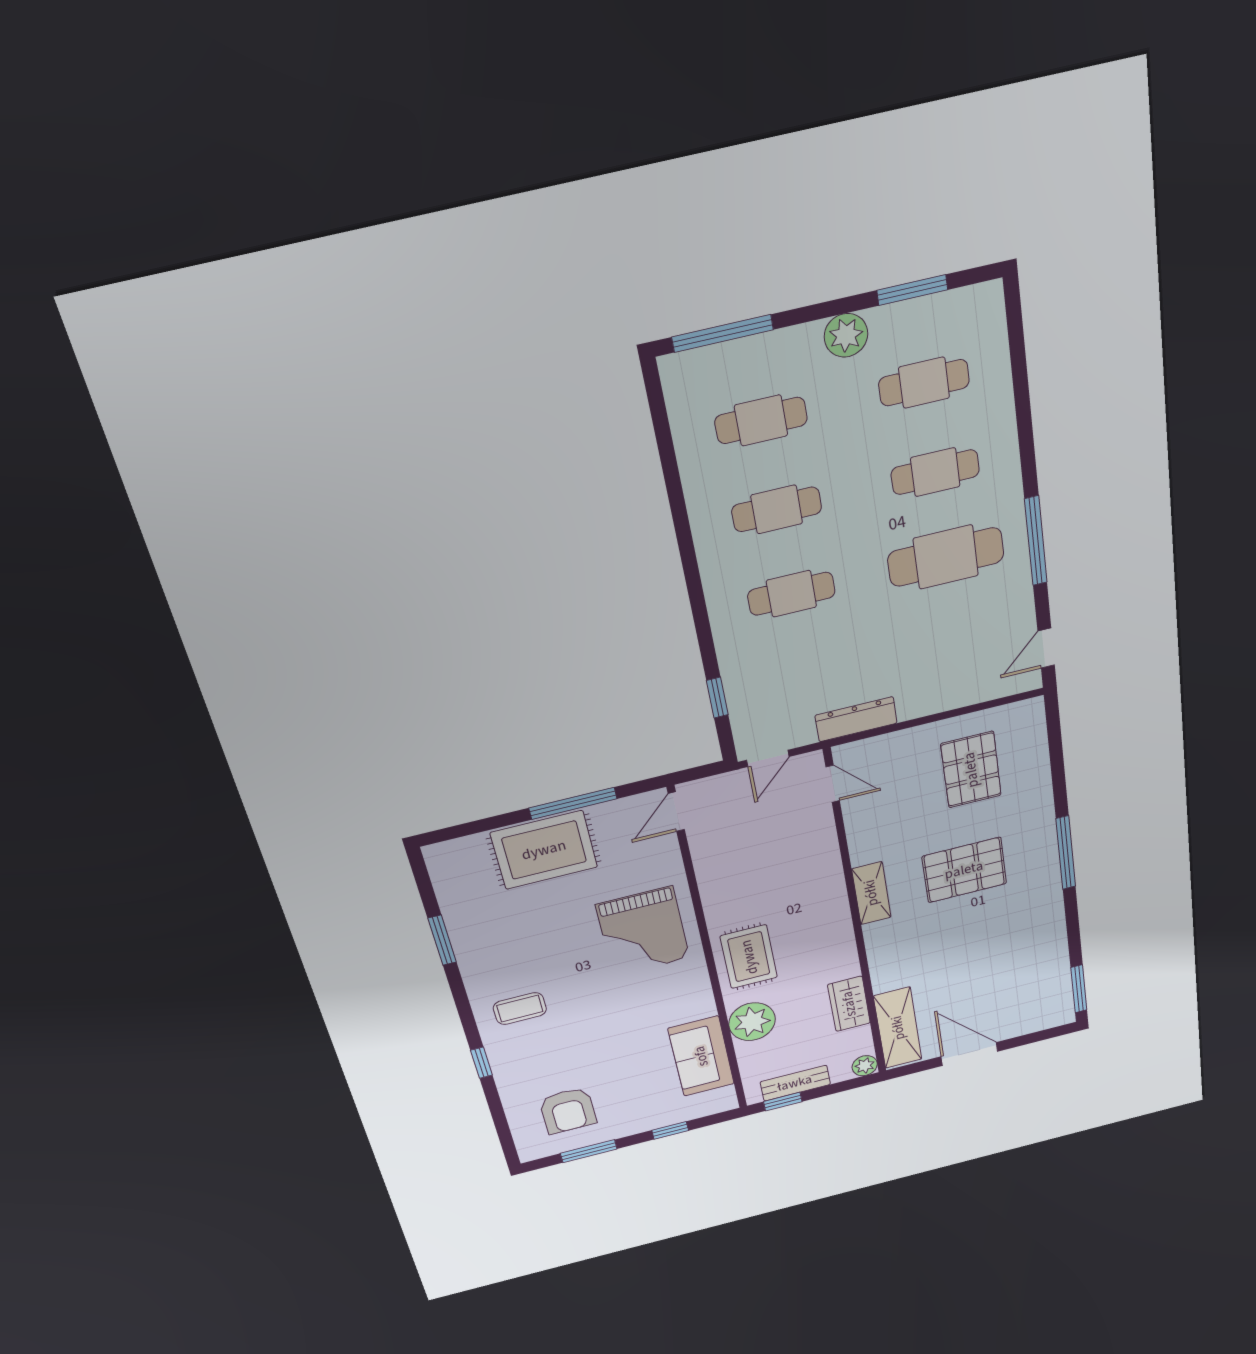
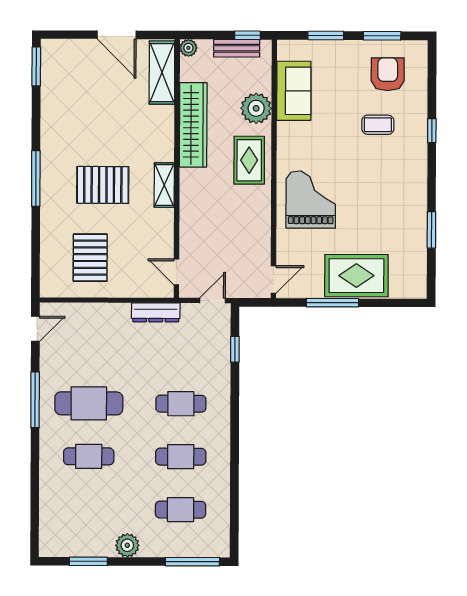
cafe table: (924, 383) -> (88, 509), removed
wardrobe: (849, 1004) -> (193, 125), width x2.10, depth x1.17
coffee table: (520, 1009) -> (378, 125), moved
window: (670, 1130) -> (326, 36), width x1.50

